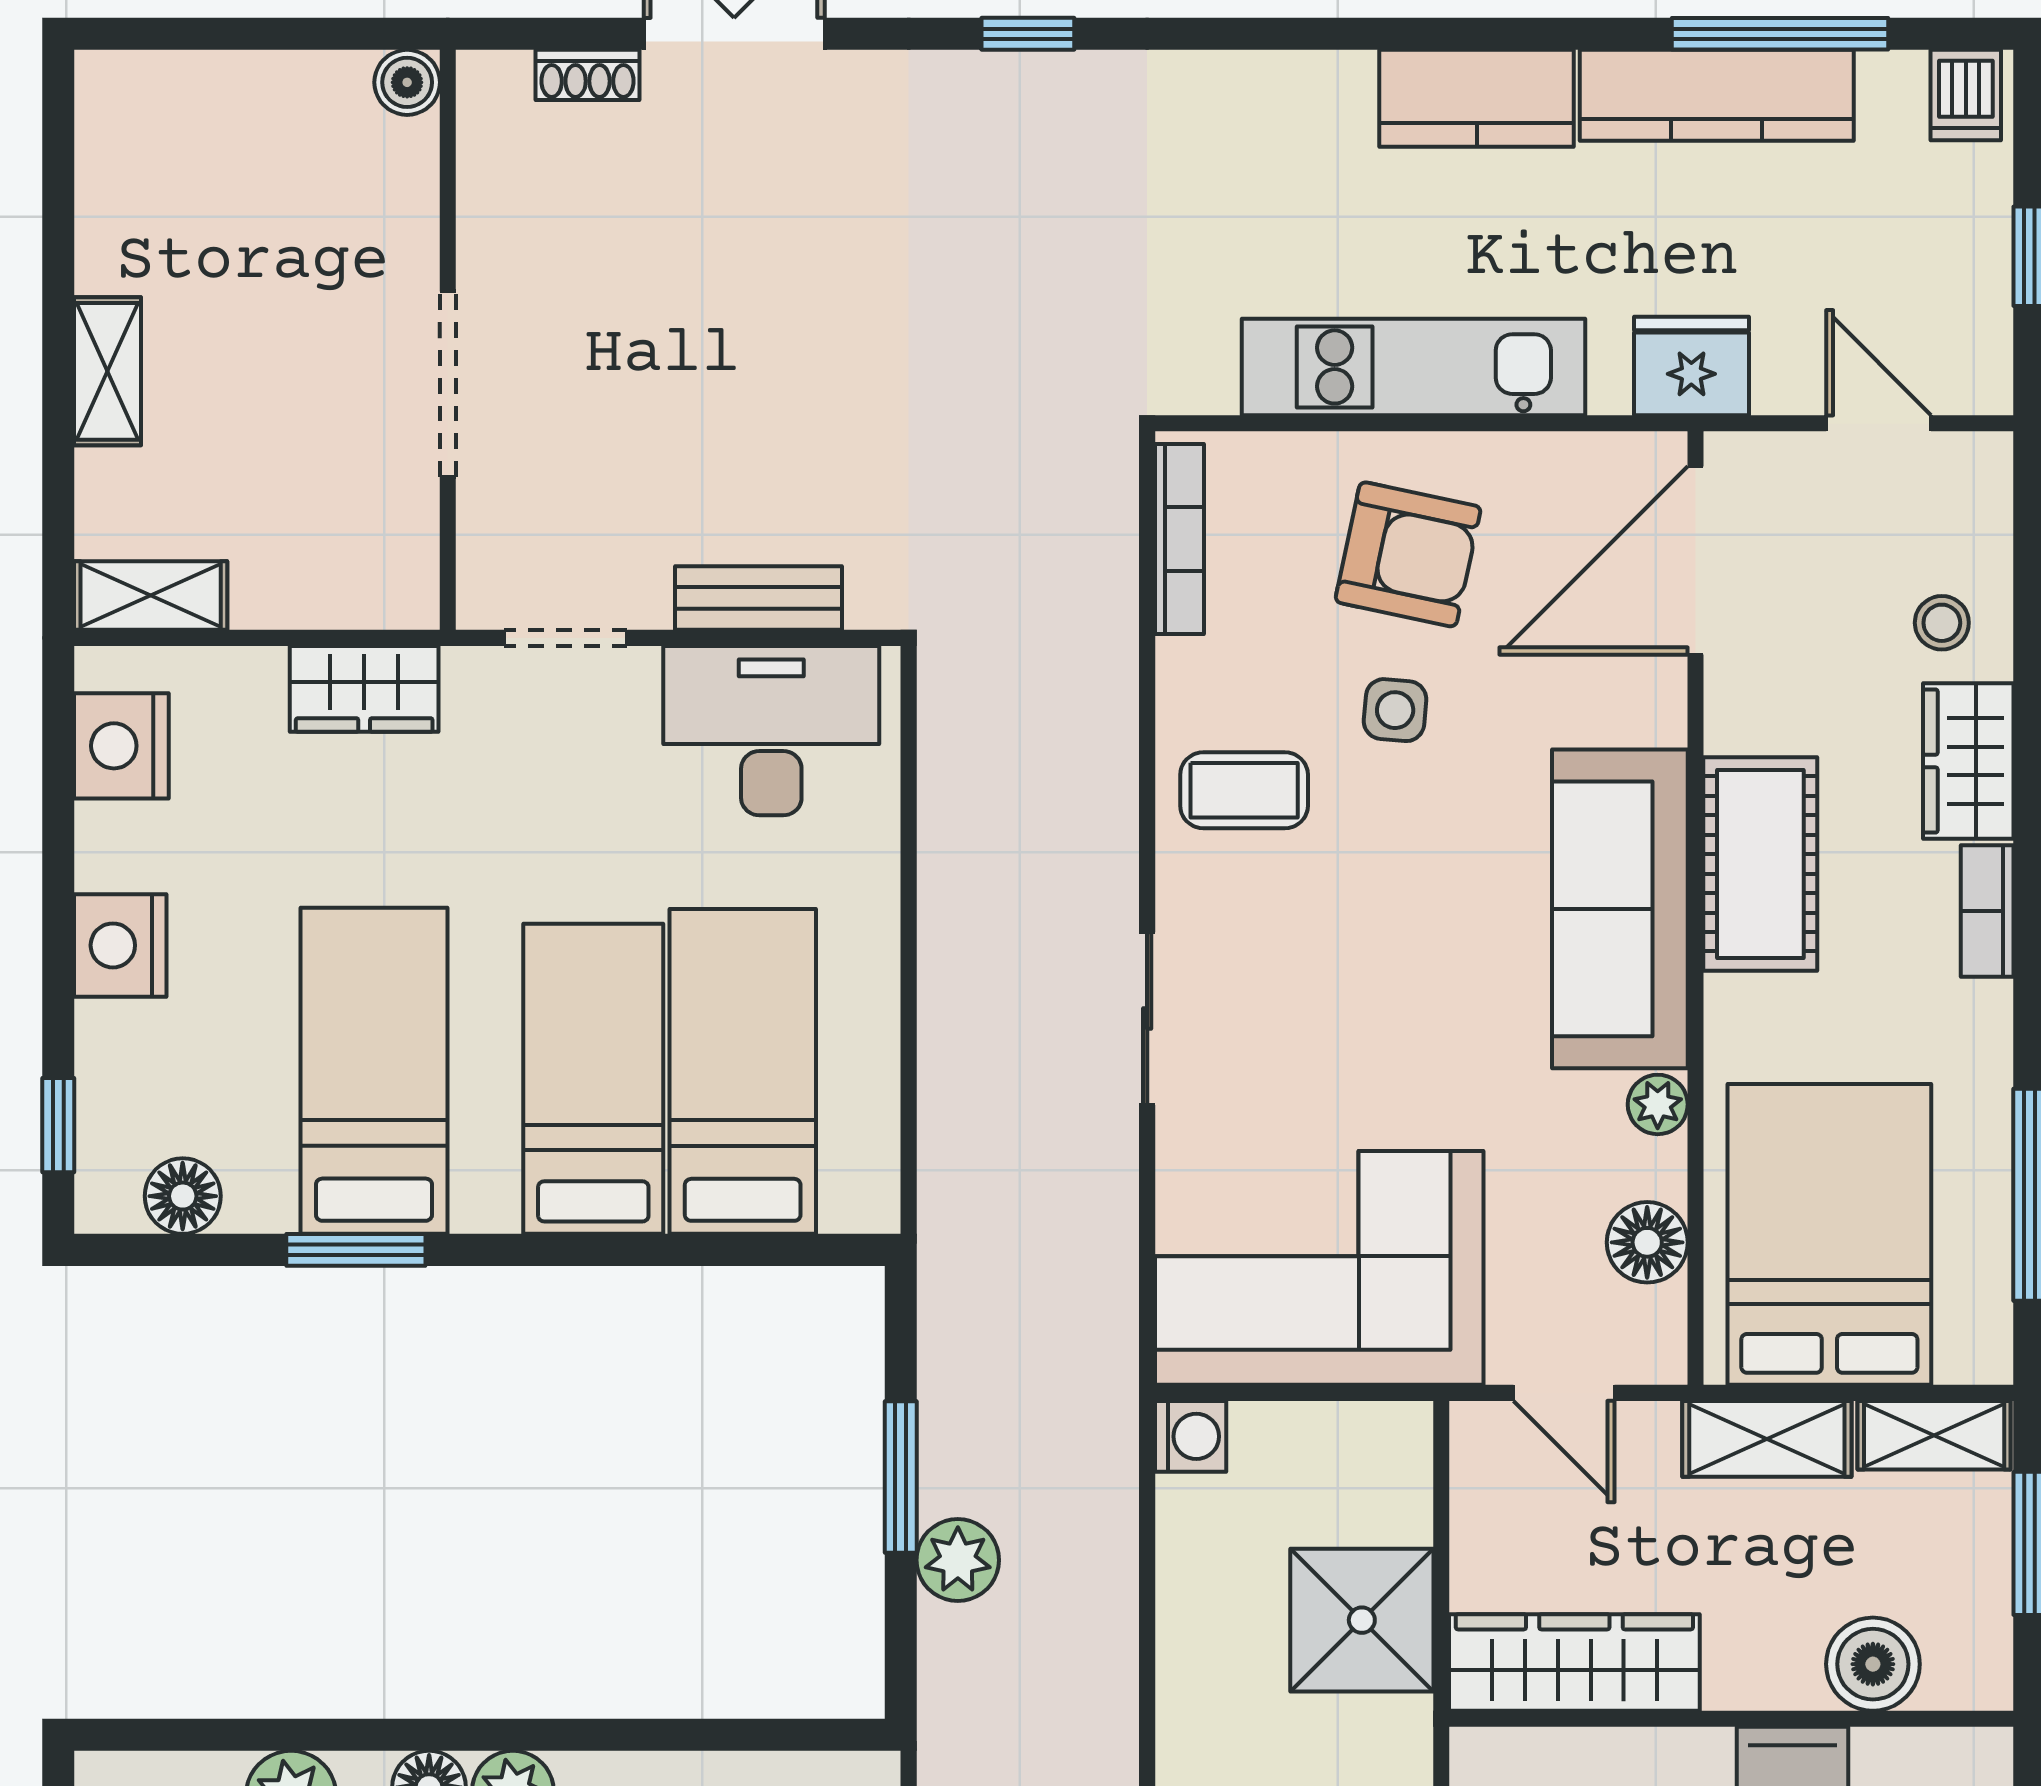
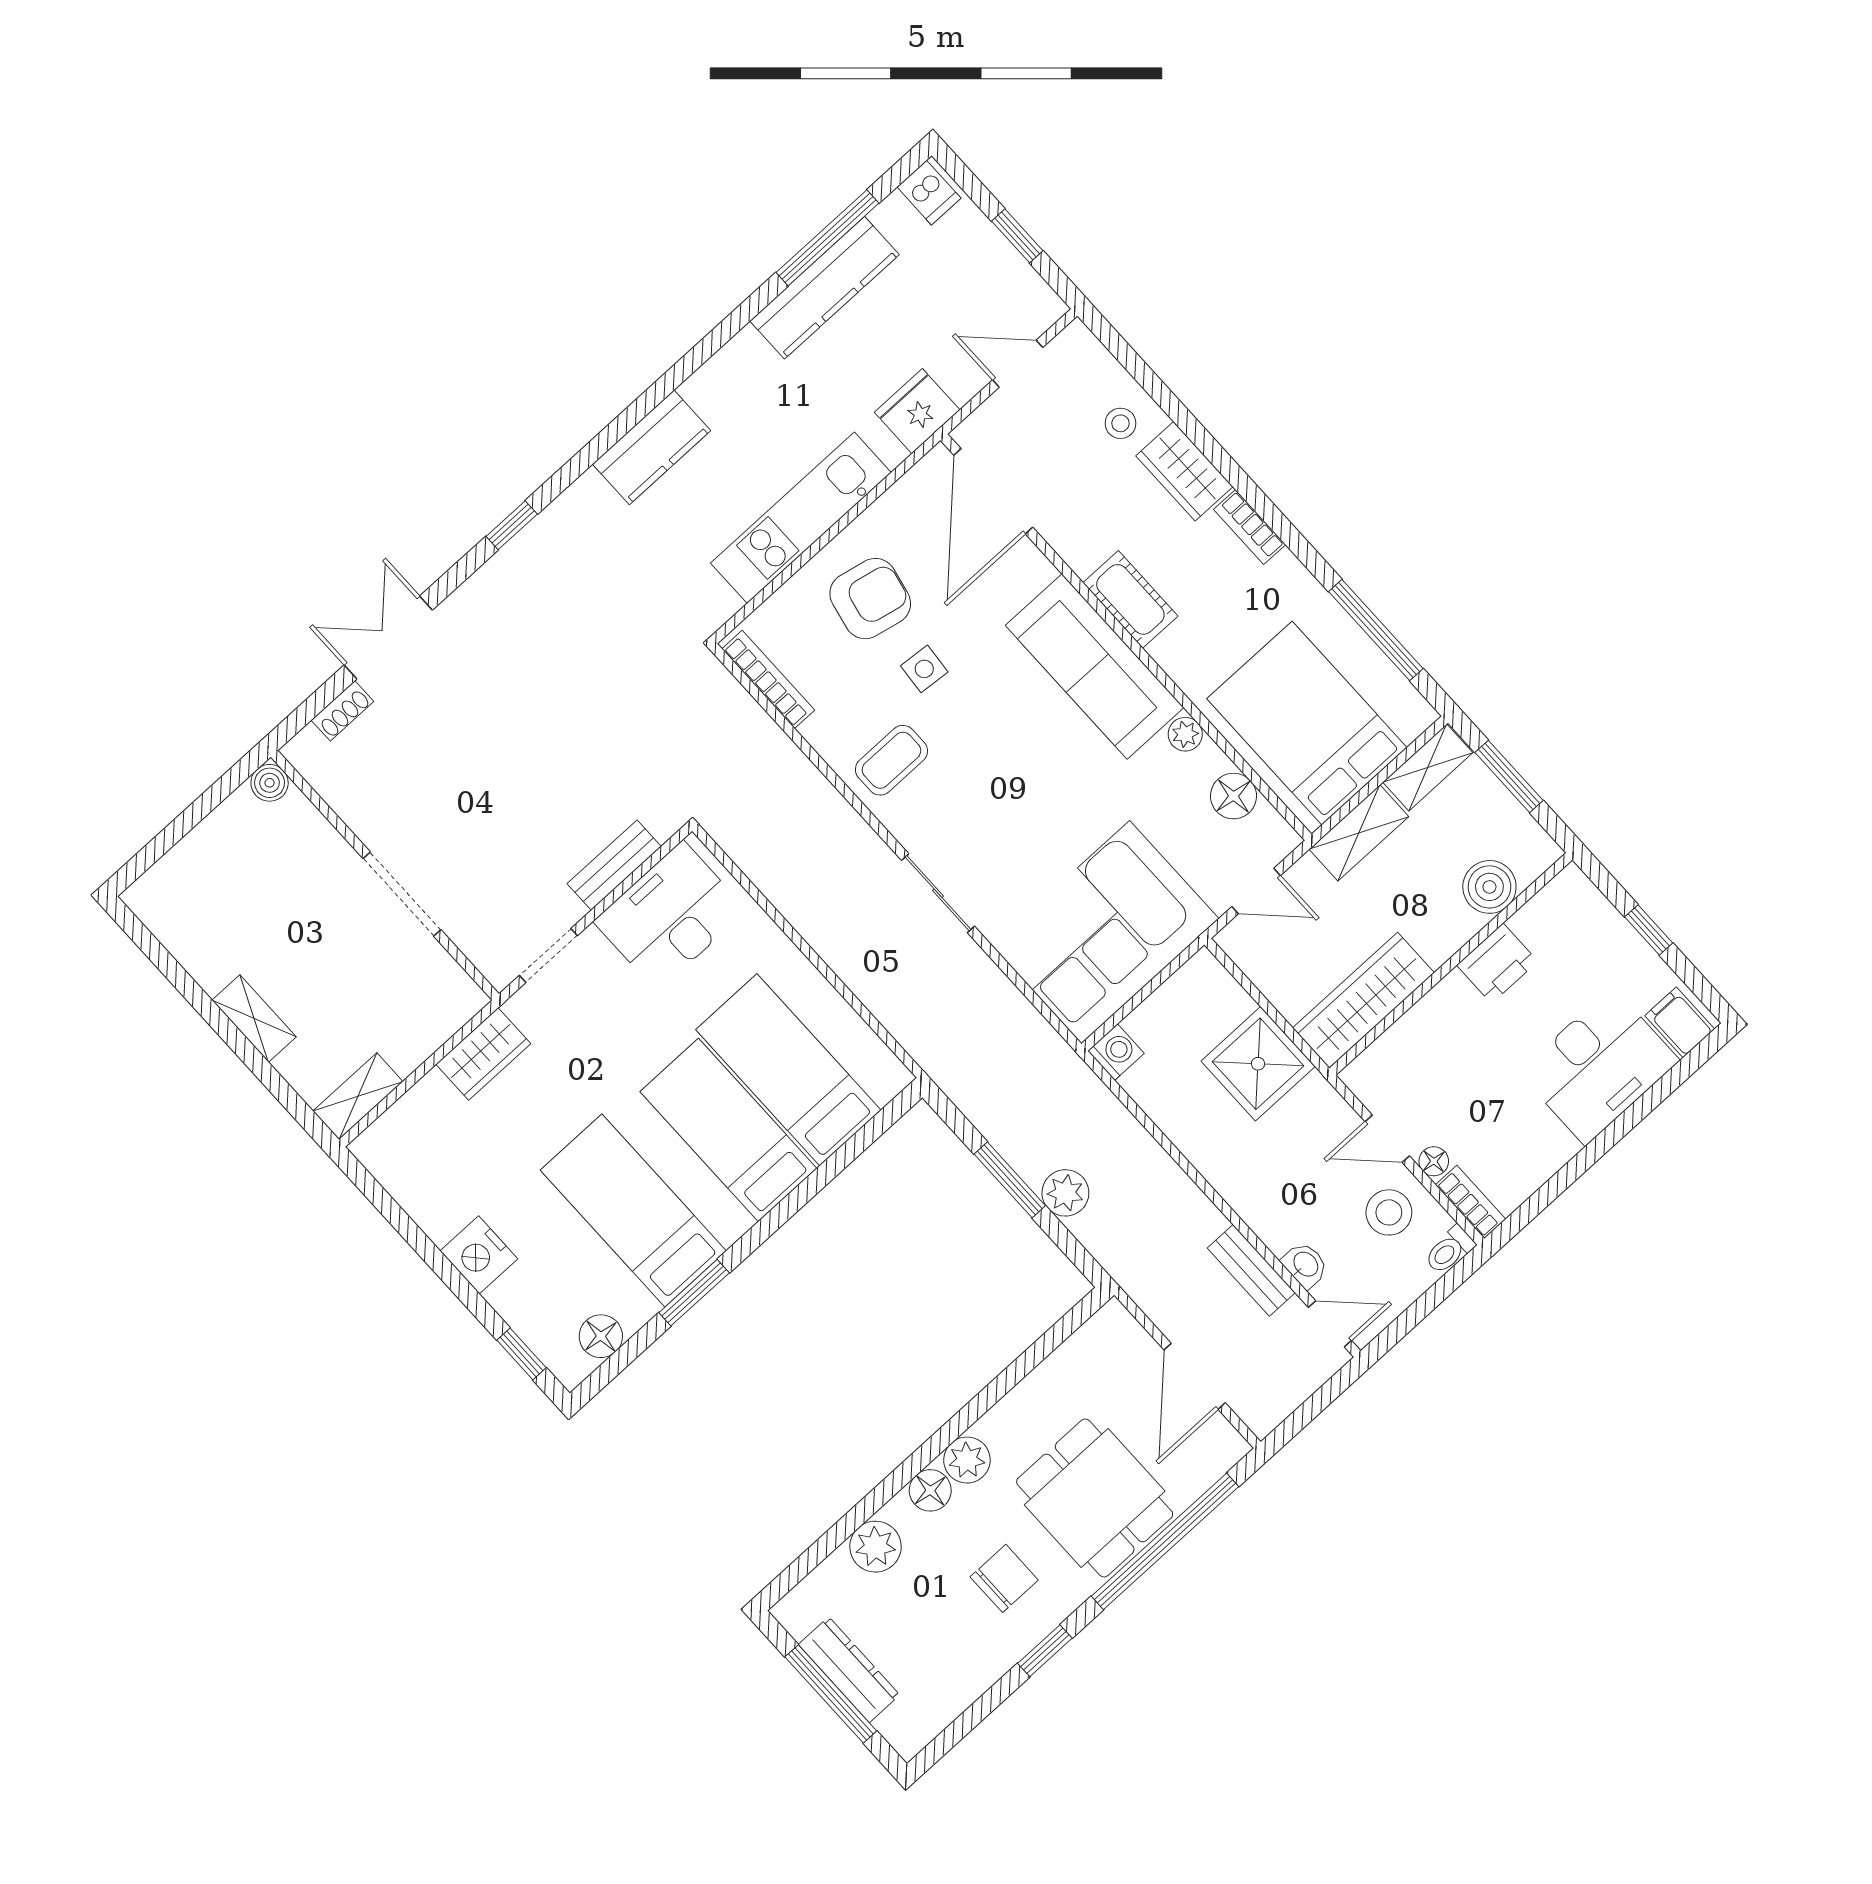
kitchen counter: (1477, 98) -> (652, 447), moved
nightstand: (121, 746) -> (403, 1171), removed
cot: (1760, 864) -> (1130, 599), width x0.73, depth x0.75

